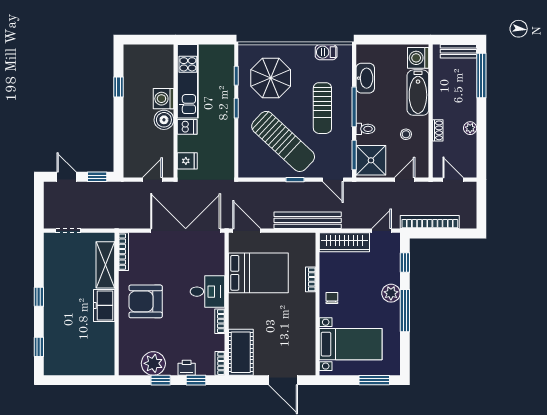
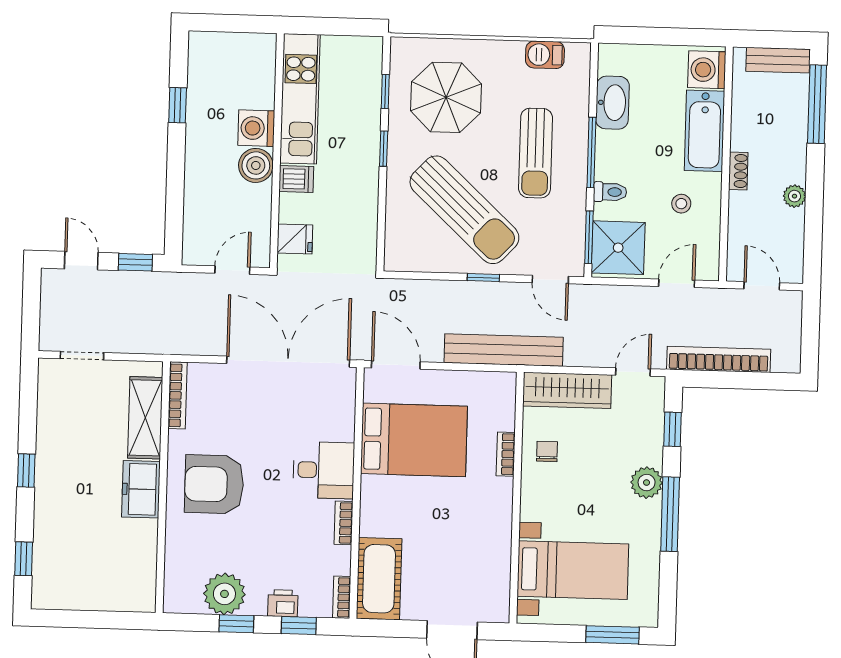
shoe rack: (438, 130) -> (738, 171), moved
chair: (332, 298) -> (547, 451), moved

